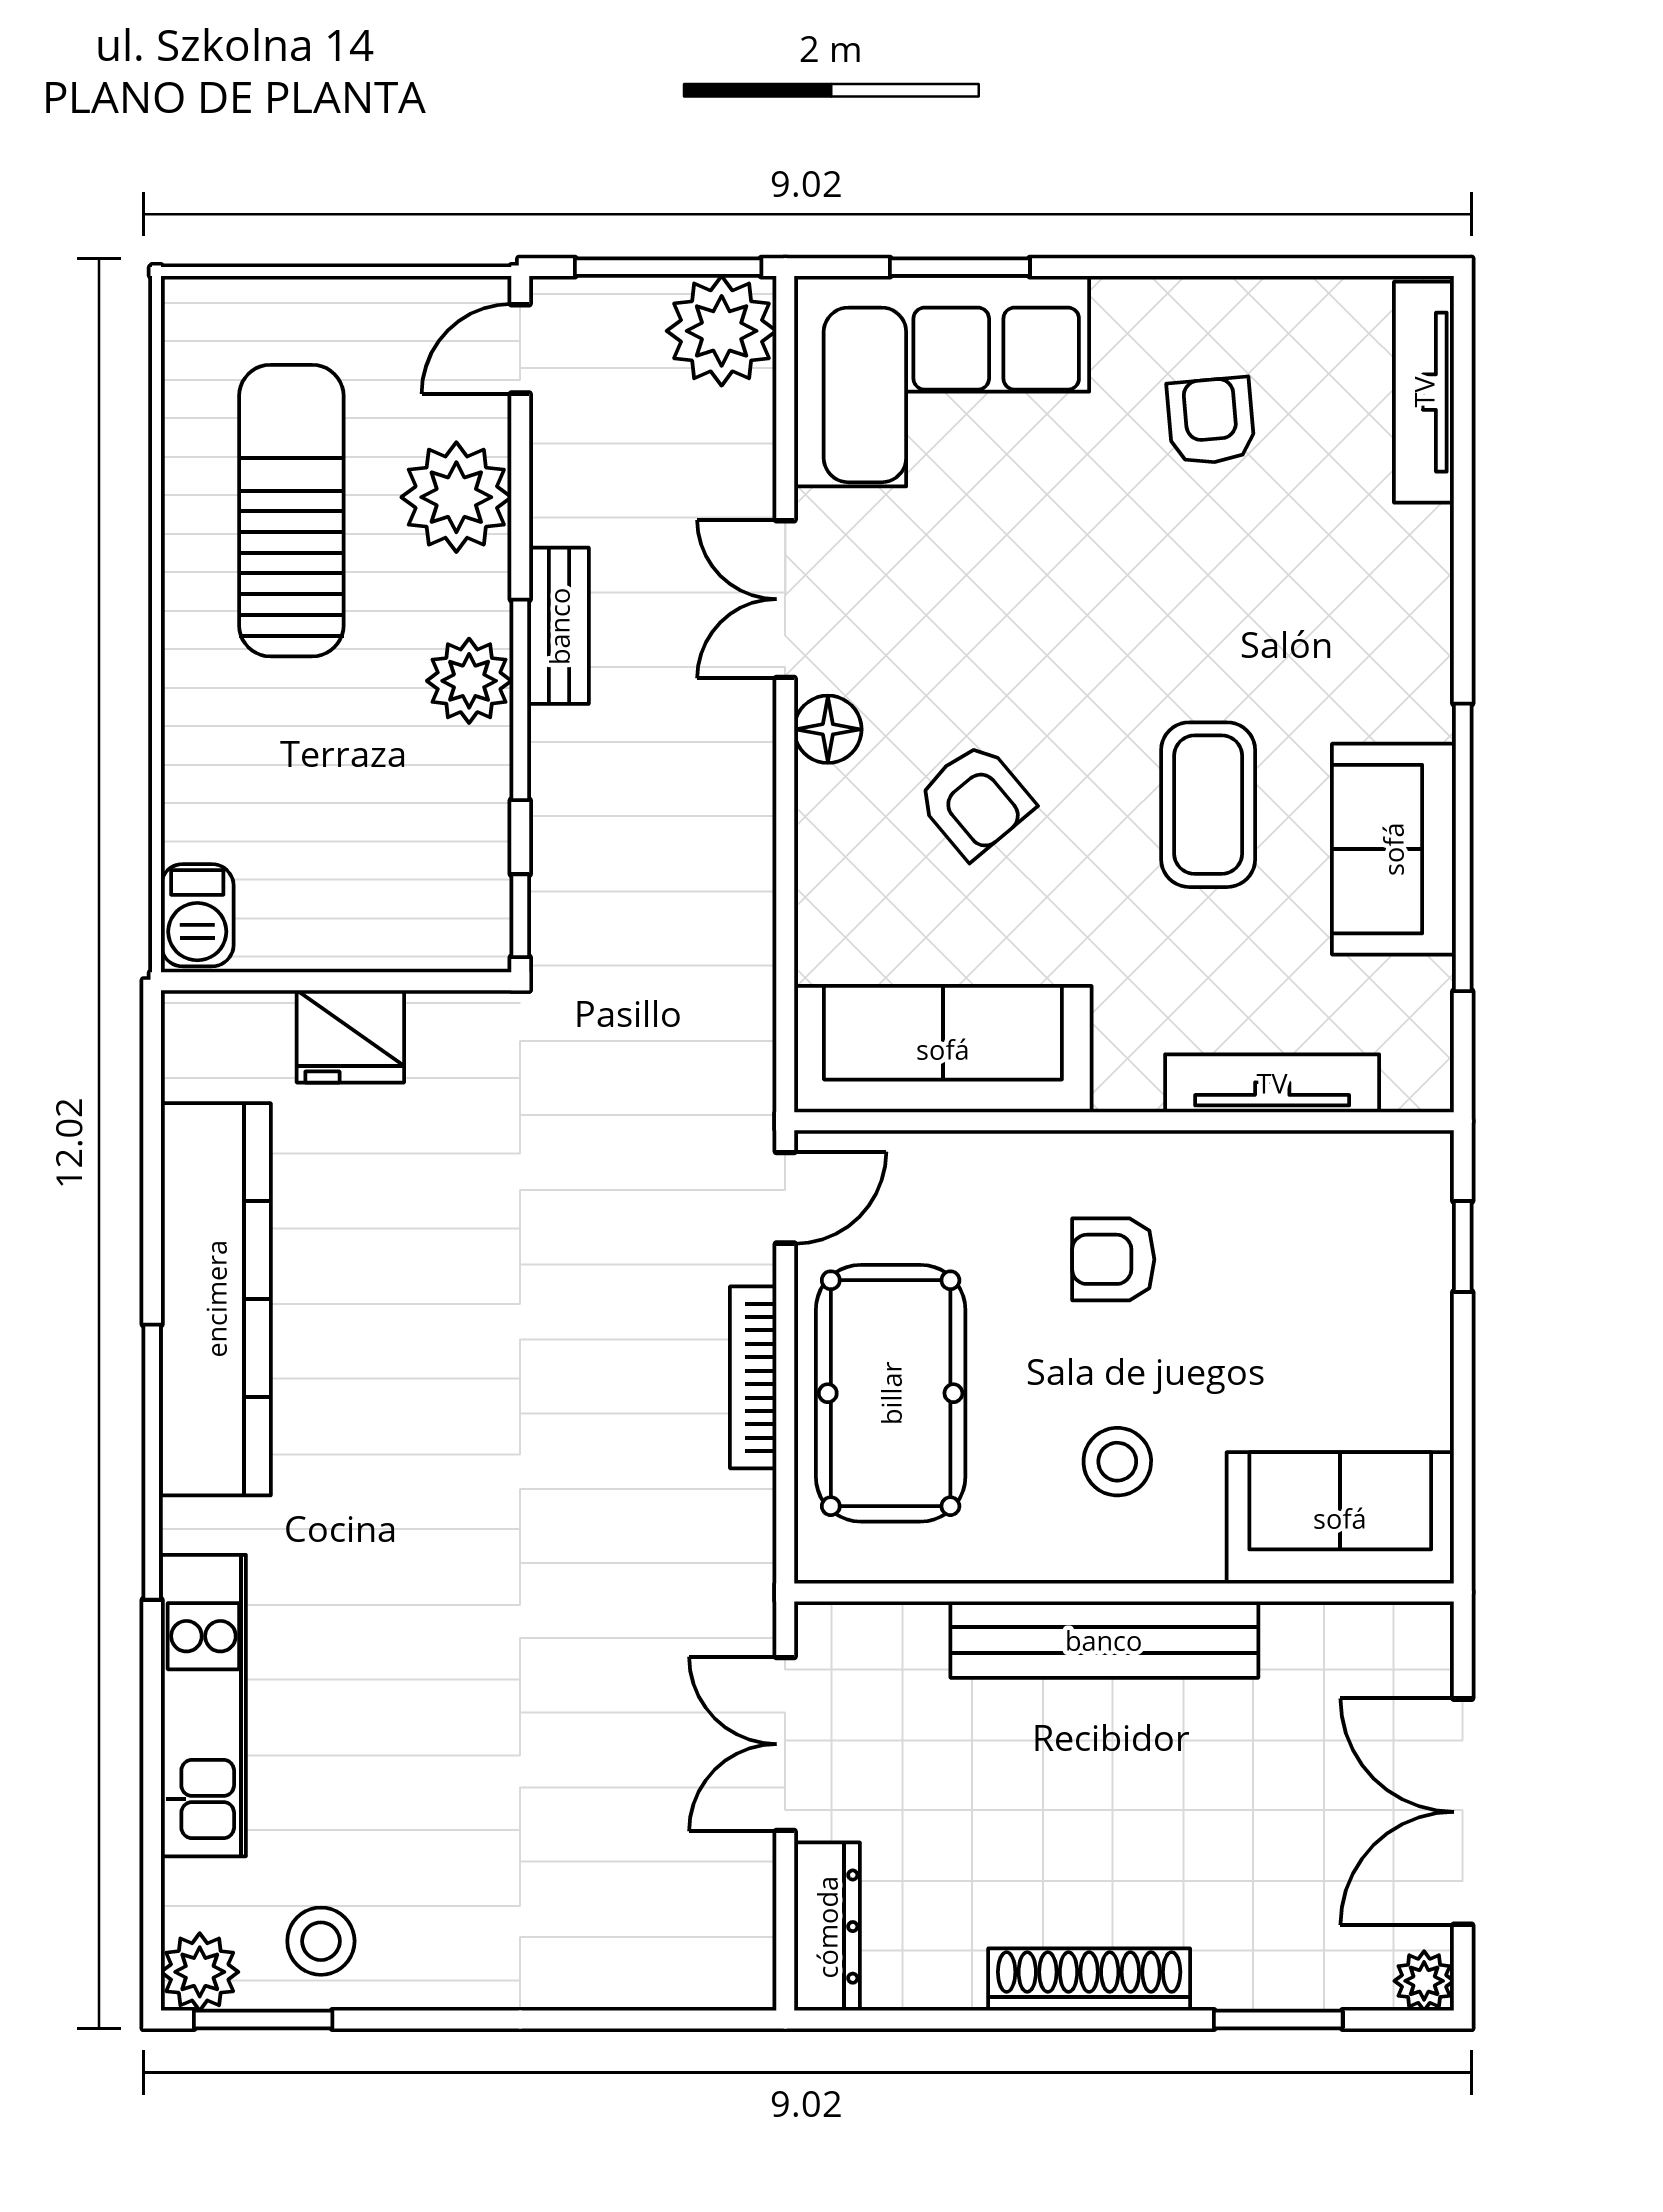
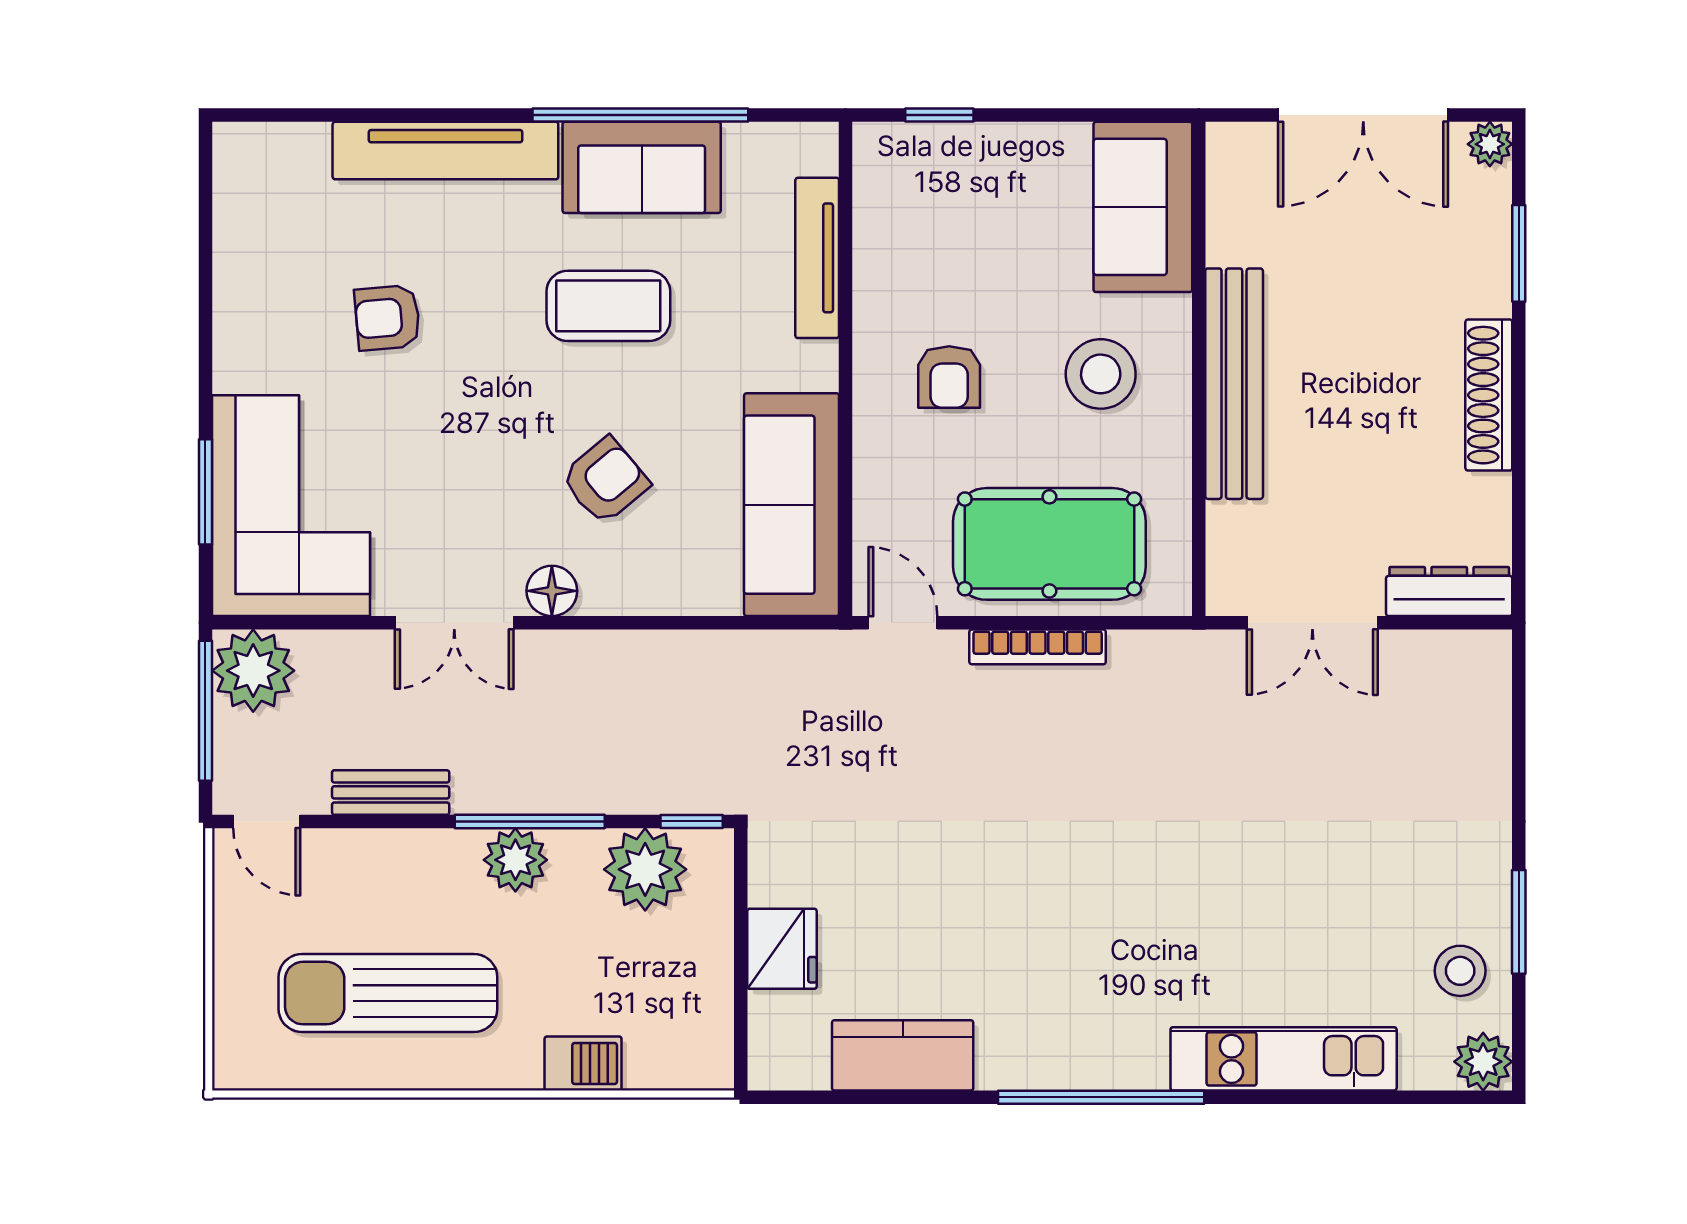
tv unit: (1424, 392) -> (445, 151), moved, width x1.36, depth x1.29
armchair: (1211, 421) -> (387, 318), moved
plant: (456, 497) -> (645, 869), moved
bench: (559, 626) -> (391, 792), moved
barbecue: (197, 915) -> (583, 1064), moved
kitchen counter: (216, 1299) -> (903, 1055), width x0.48, depth x0.86
stool: (1117, 1462) -> (1101, 374), width x1.38, depth x1.38
window: (263, 2019) -> (1519, 922), moved

